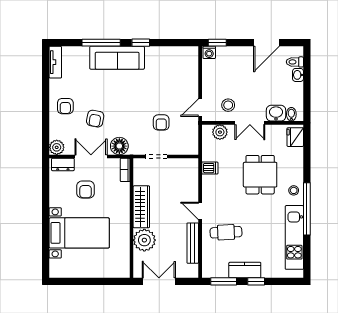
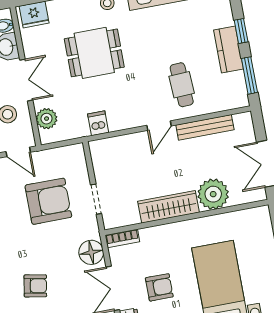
armchair: (95, 119) -> (35, 286), moved
armchair: (161, 122) -> (48, 201), width x1.88, depth x1.88

